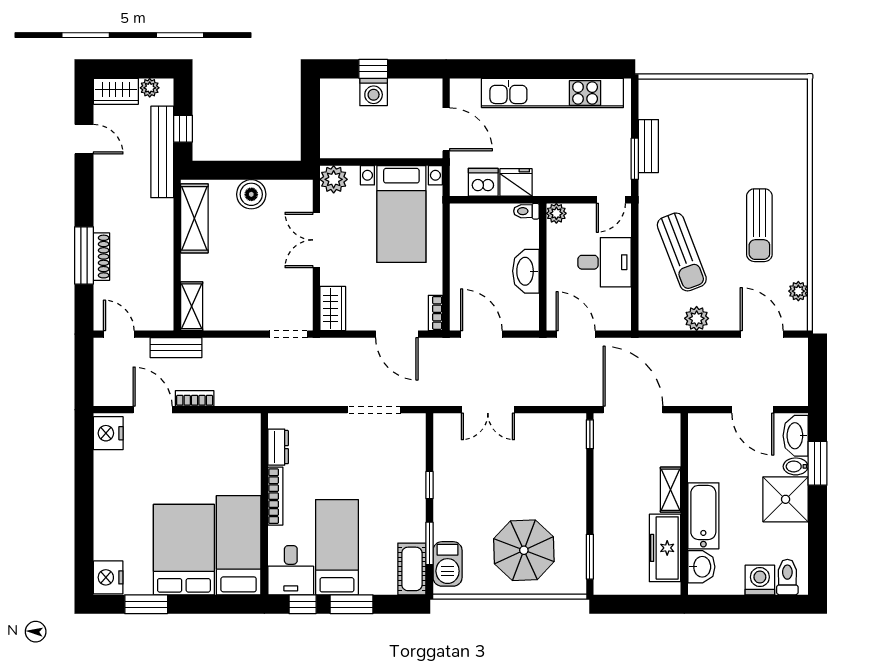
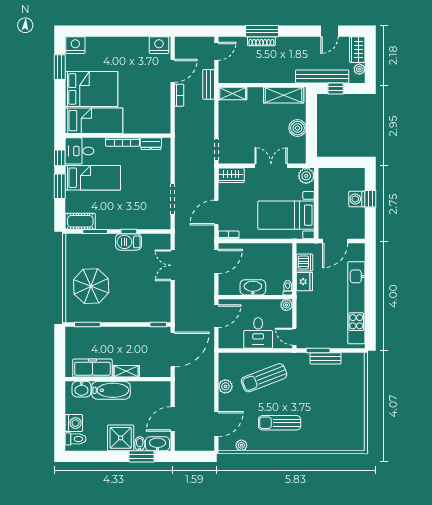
barbecue: (448, 564) -> (129, 242), moved

